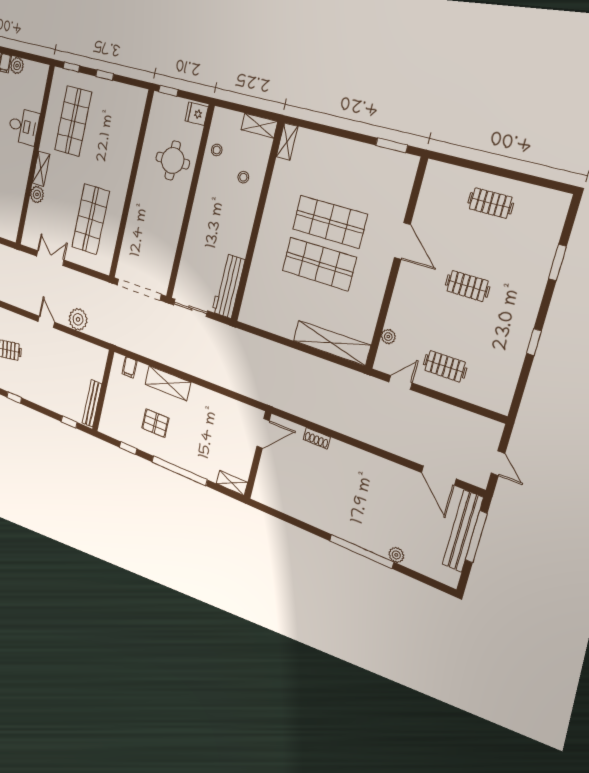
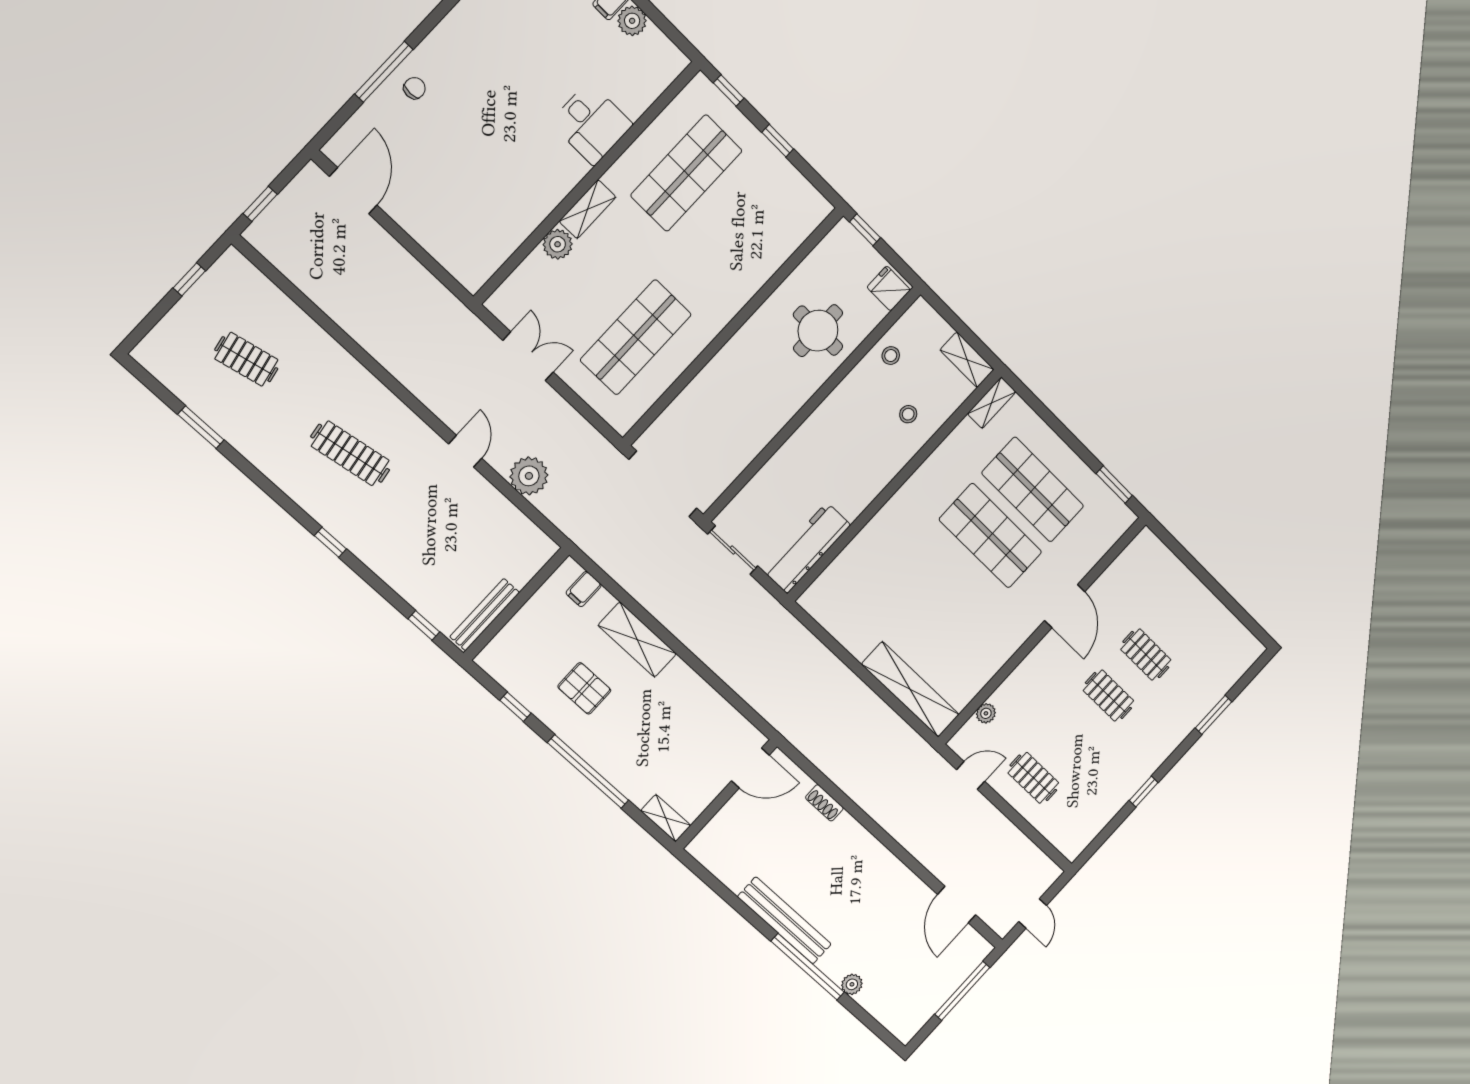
clothes rail: (491, 203) -> (1146, 655), moved
shop shelf: (319, 264) -> (1033, 490), moved
bench: (463, 531) -> (784, 921), moved, turned 90

